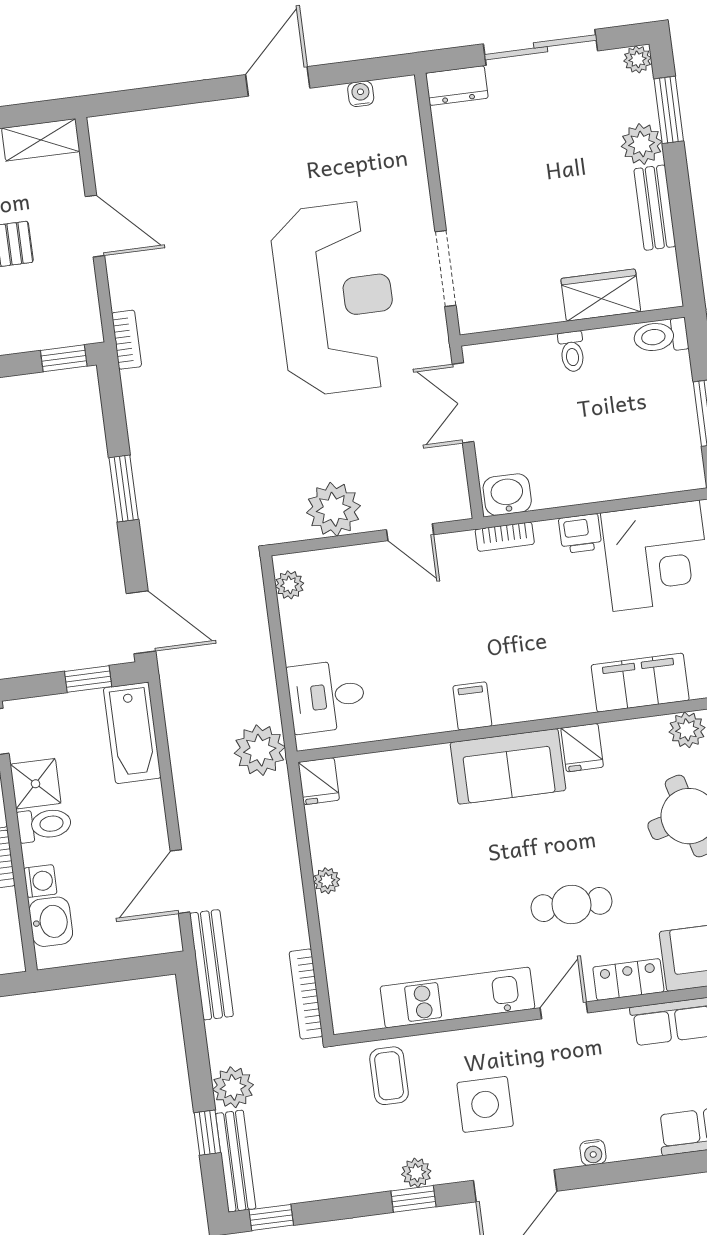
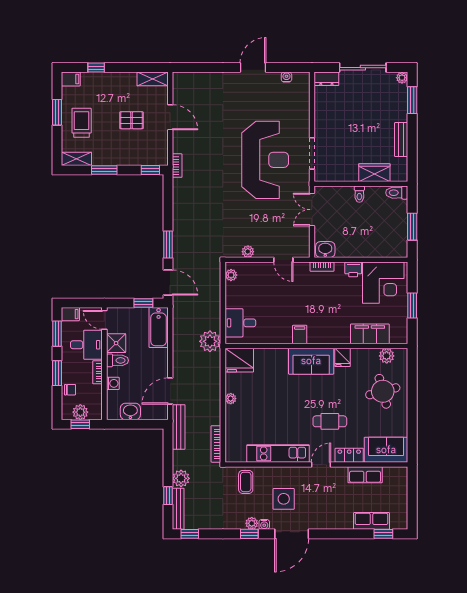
plant: (642, 144) -> (399, 113), removed
window: (124, 488) -> (168, 244), moved
plant: (334, 509) -> (248, 252), width x0.53, depth x0.53
fridge: (319, 781) -> (239, 360), width x1.88, depth x1.34
washbasin: (51, 922) -> (130, 411), moved, turned -90
water cooler: (593, 1153) -> (264, 524), moved

